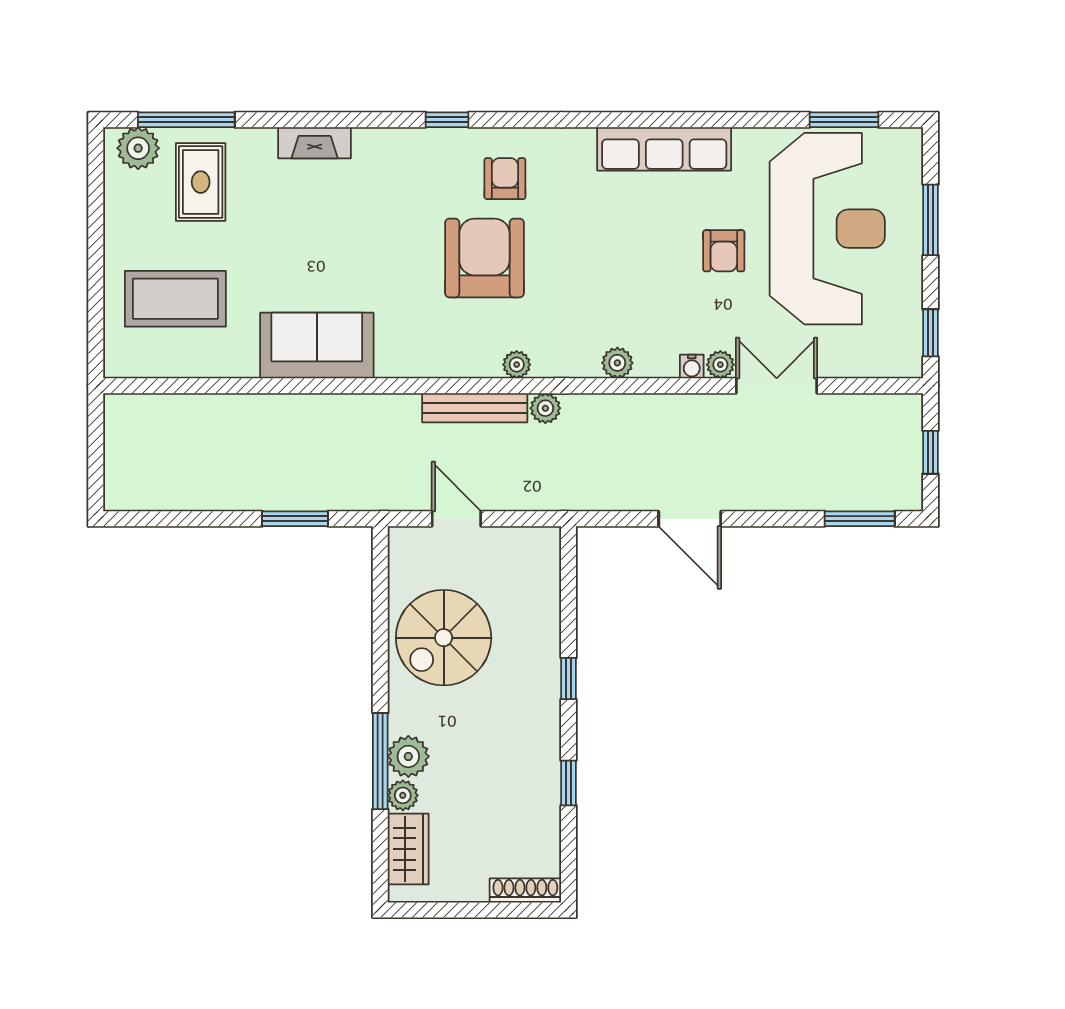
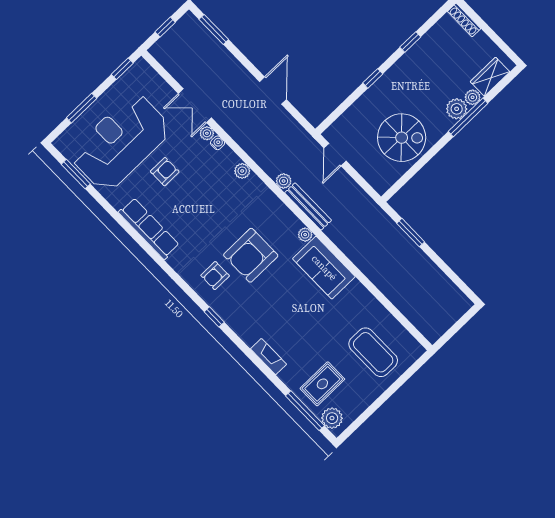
sofa: (317, 346) -> (324, 268), moved
plant: (517, 365) -> (305, 235), moved
door: (456, 519) -> (335, 155), moved

